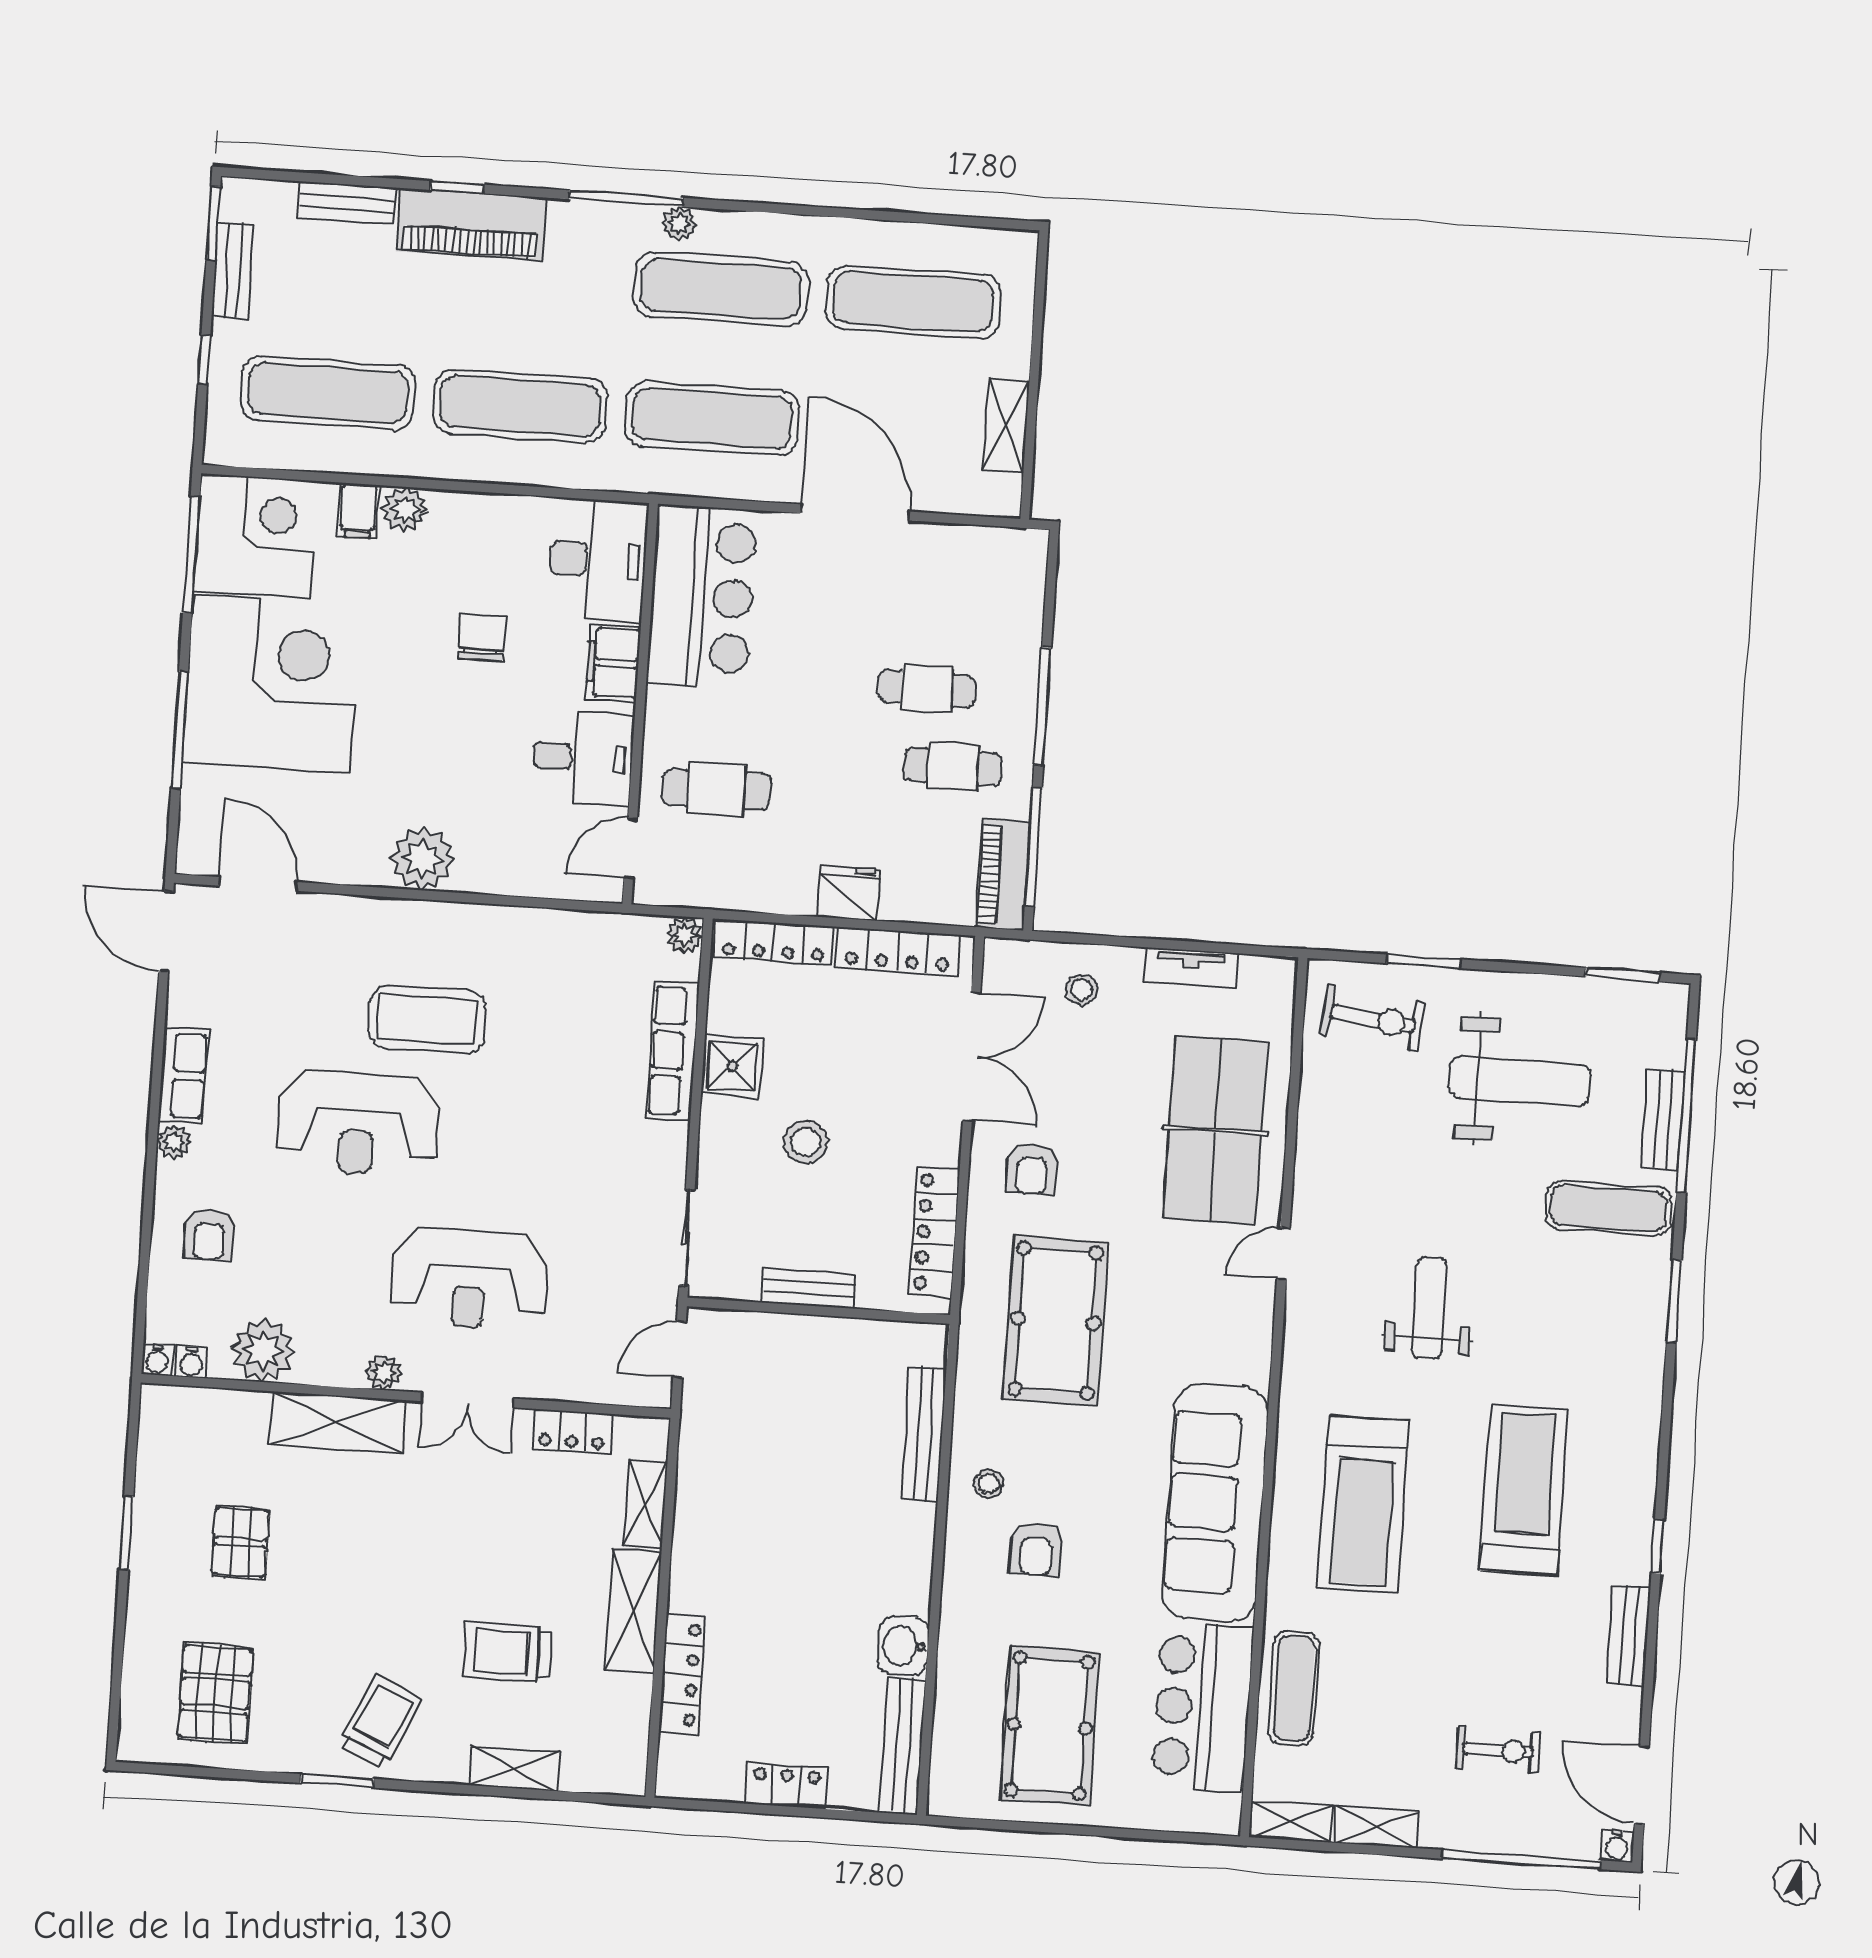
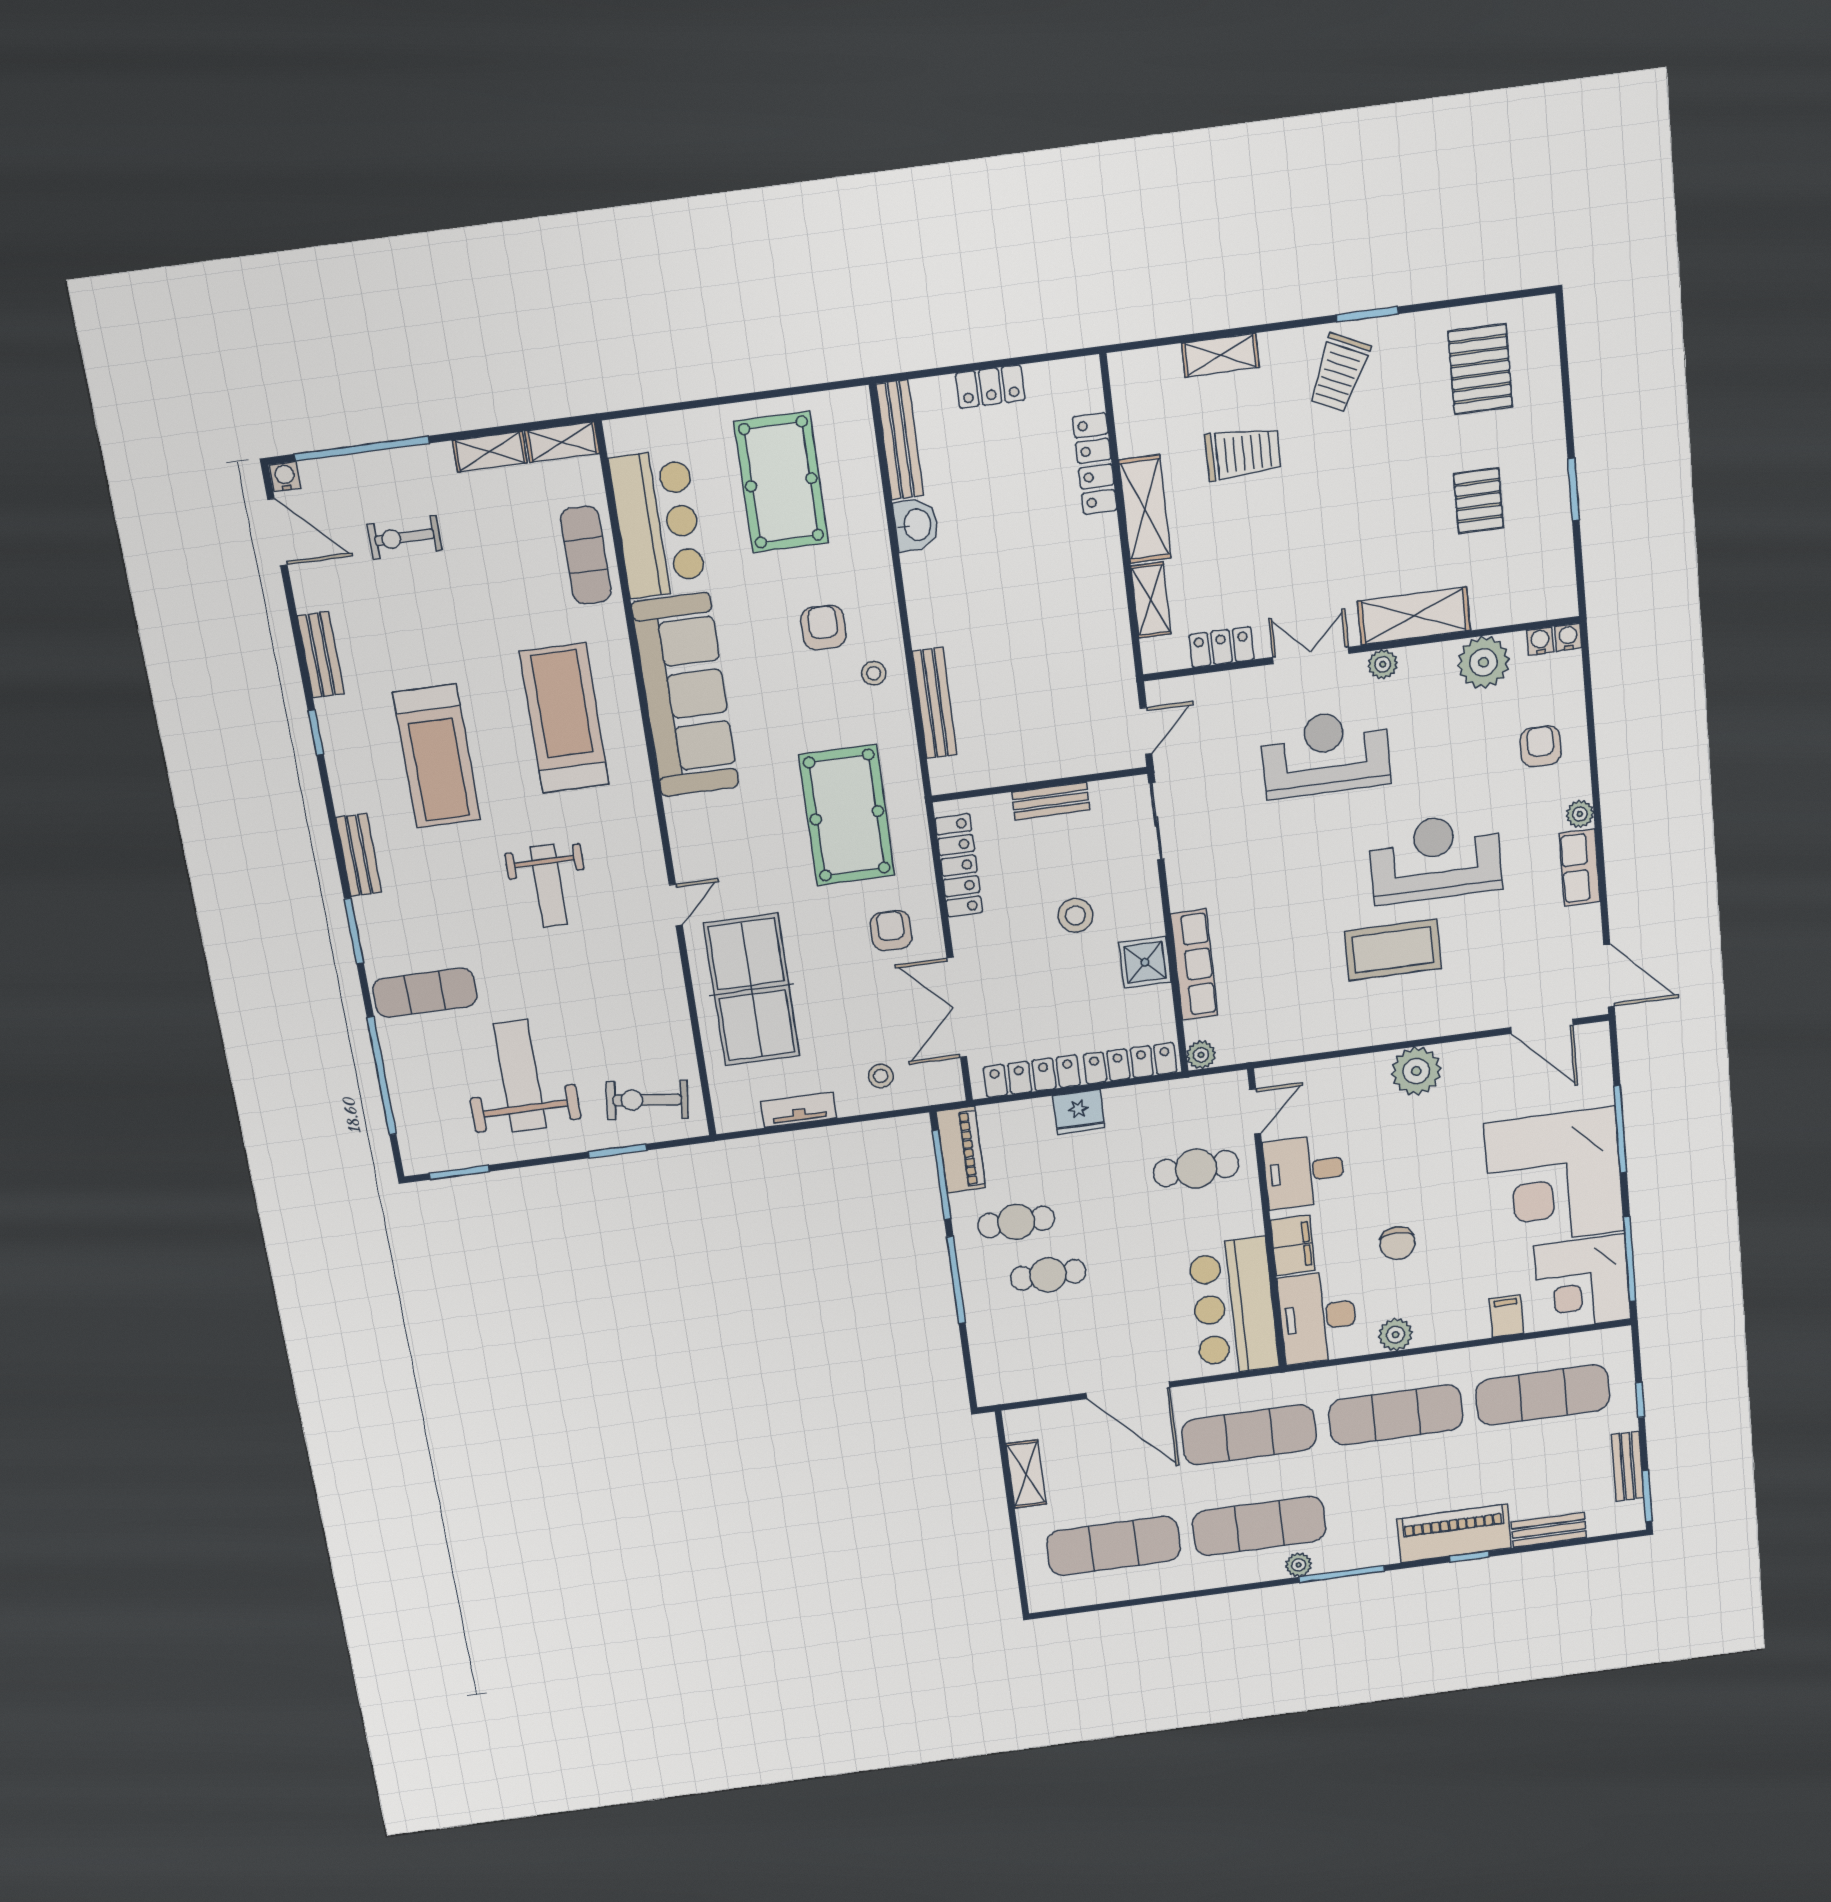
plant: (405, 509) -> (1396, 1335), moved
weight bench: (1520, 1081) -> (520, 1076), turned 90
bench: (1663, 1119) -> (359, 855), moved

